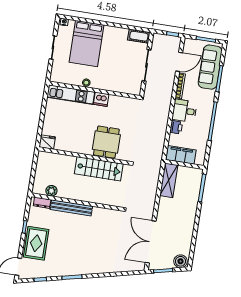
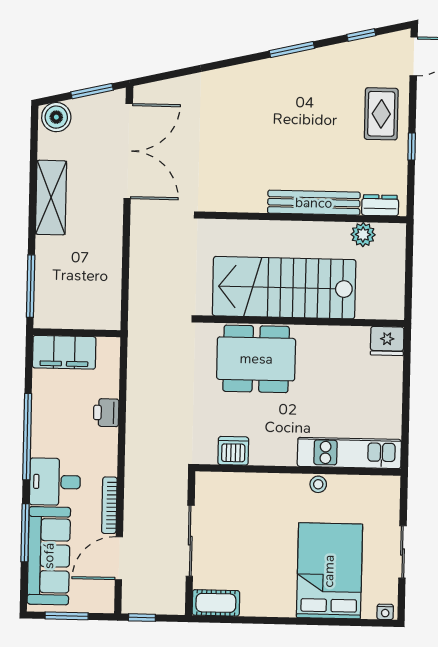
dishwasher: (101, 99) -> (233, 451), moved
desk: (184, 111) -> (55, 482), moved, turned 180
dining table: (106, 142) -> (256, 359), width x1.38
filing cabinet: (181, 155) -> (64, 352), moved
stairs: (99, 169) -> (284, 288), width x1.36, depth x1.51
shelving: (169, 180) -> (51, 198), moved
rug: (36, 243) -> (381, 114), width x0.73, depth x0.70

